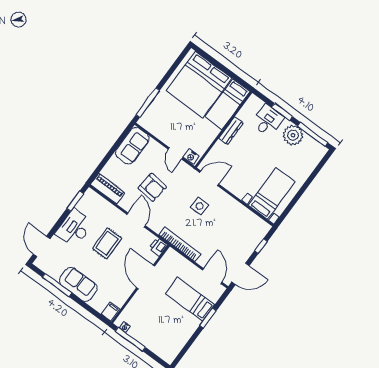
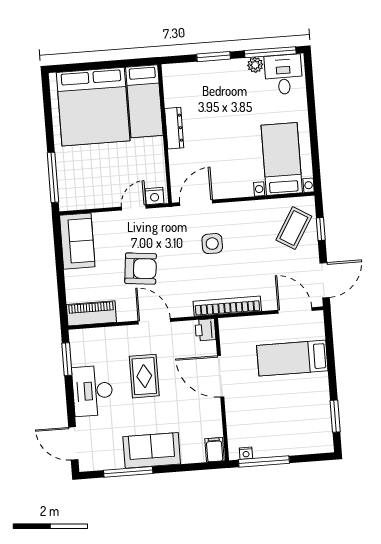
desk: (268, 120) -> (283, 74), moved
plant: (293, 135) -> (255, 65), width x0.53, depth x0.53
door: (175, 153) -> (134, 208), swing flipped
coffee table: (248, 234) -> (294, 228), added
window: (208, 318) -> (335, 416), moved

